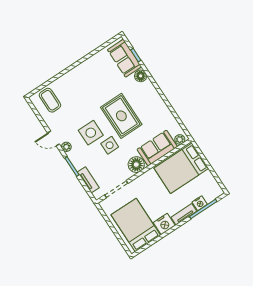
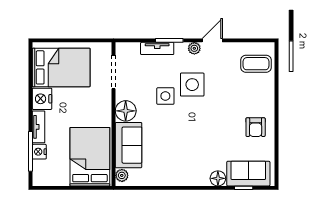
armchair: (91, 73) -> (256, 127), added
rug: (121, 116) -> (189, 129), removed
tv unit: (88, 180) -> (157, 48), moved

